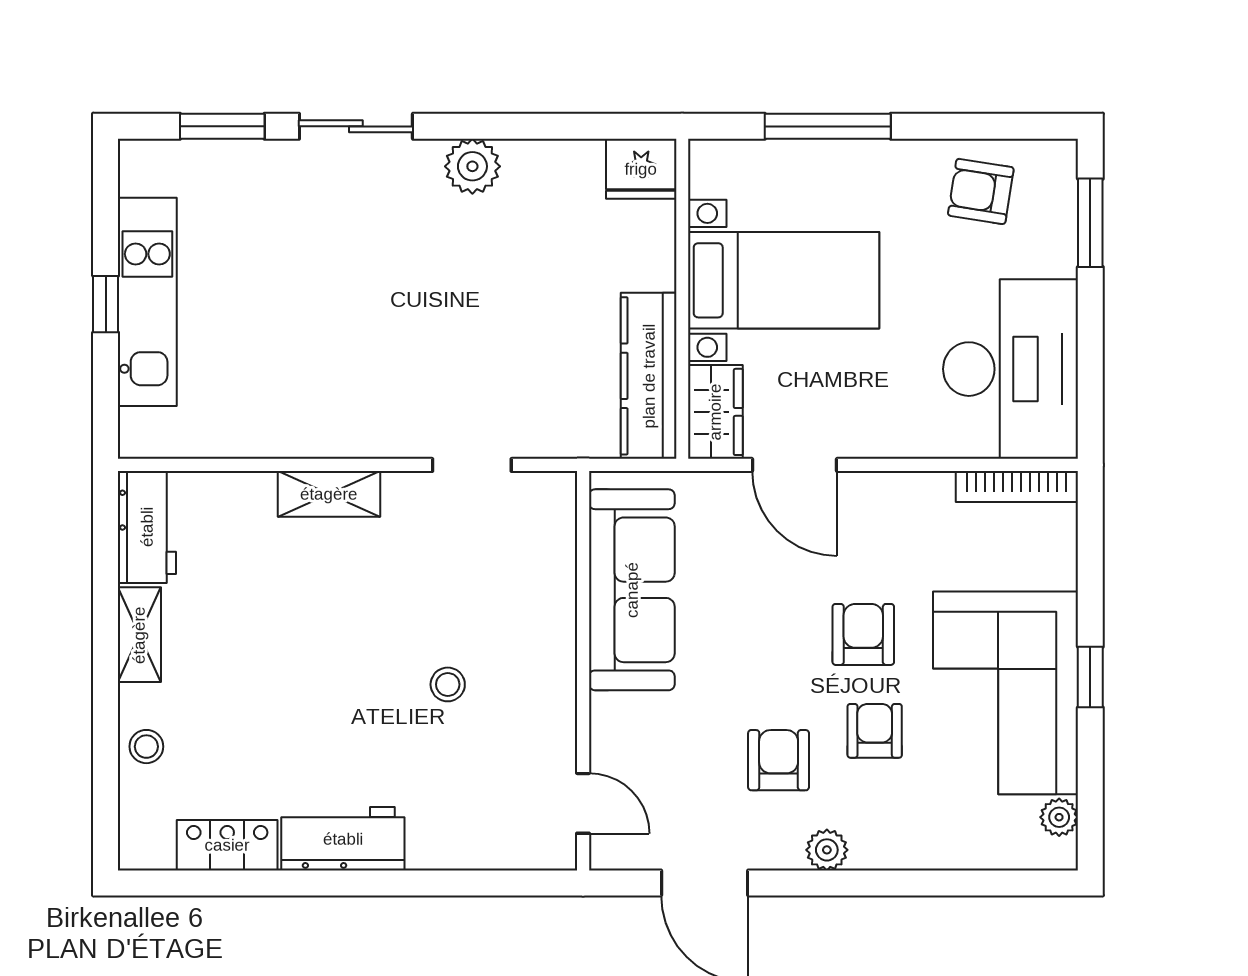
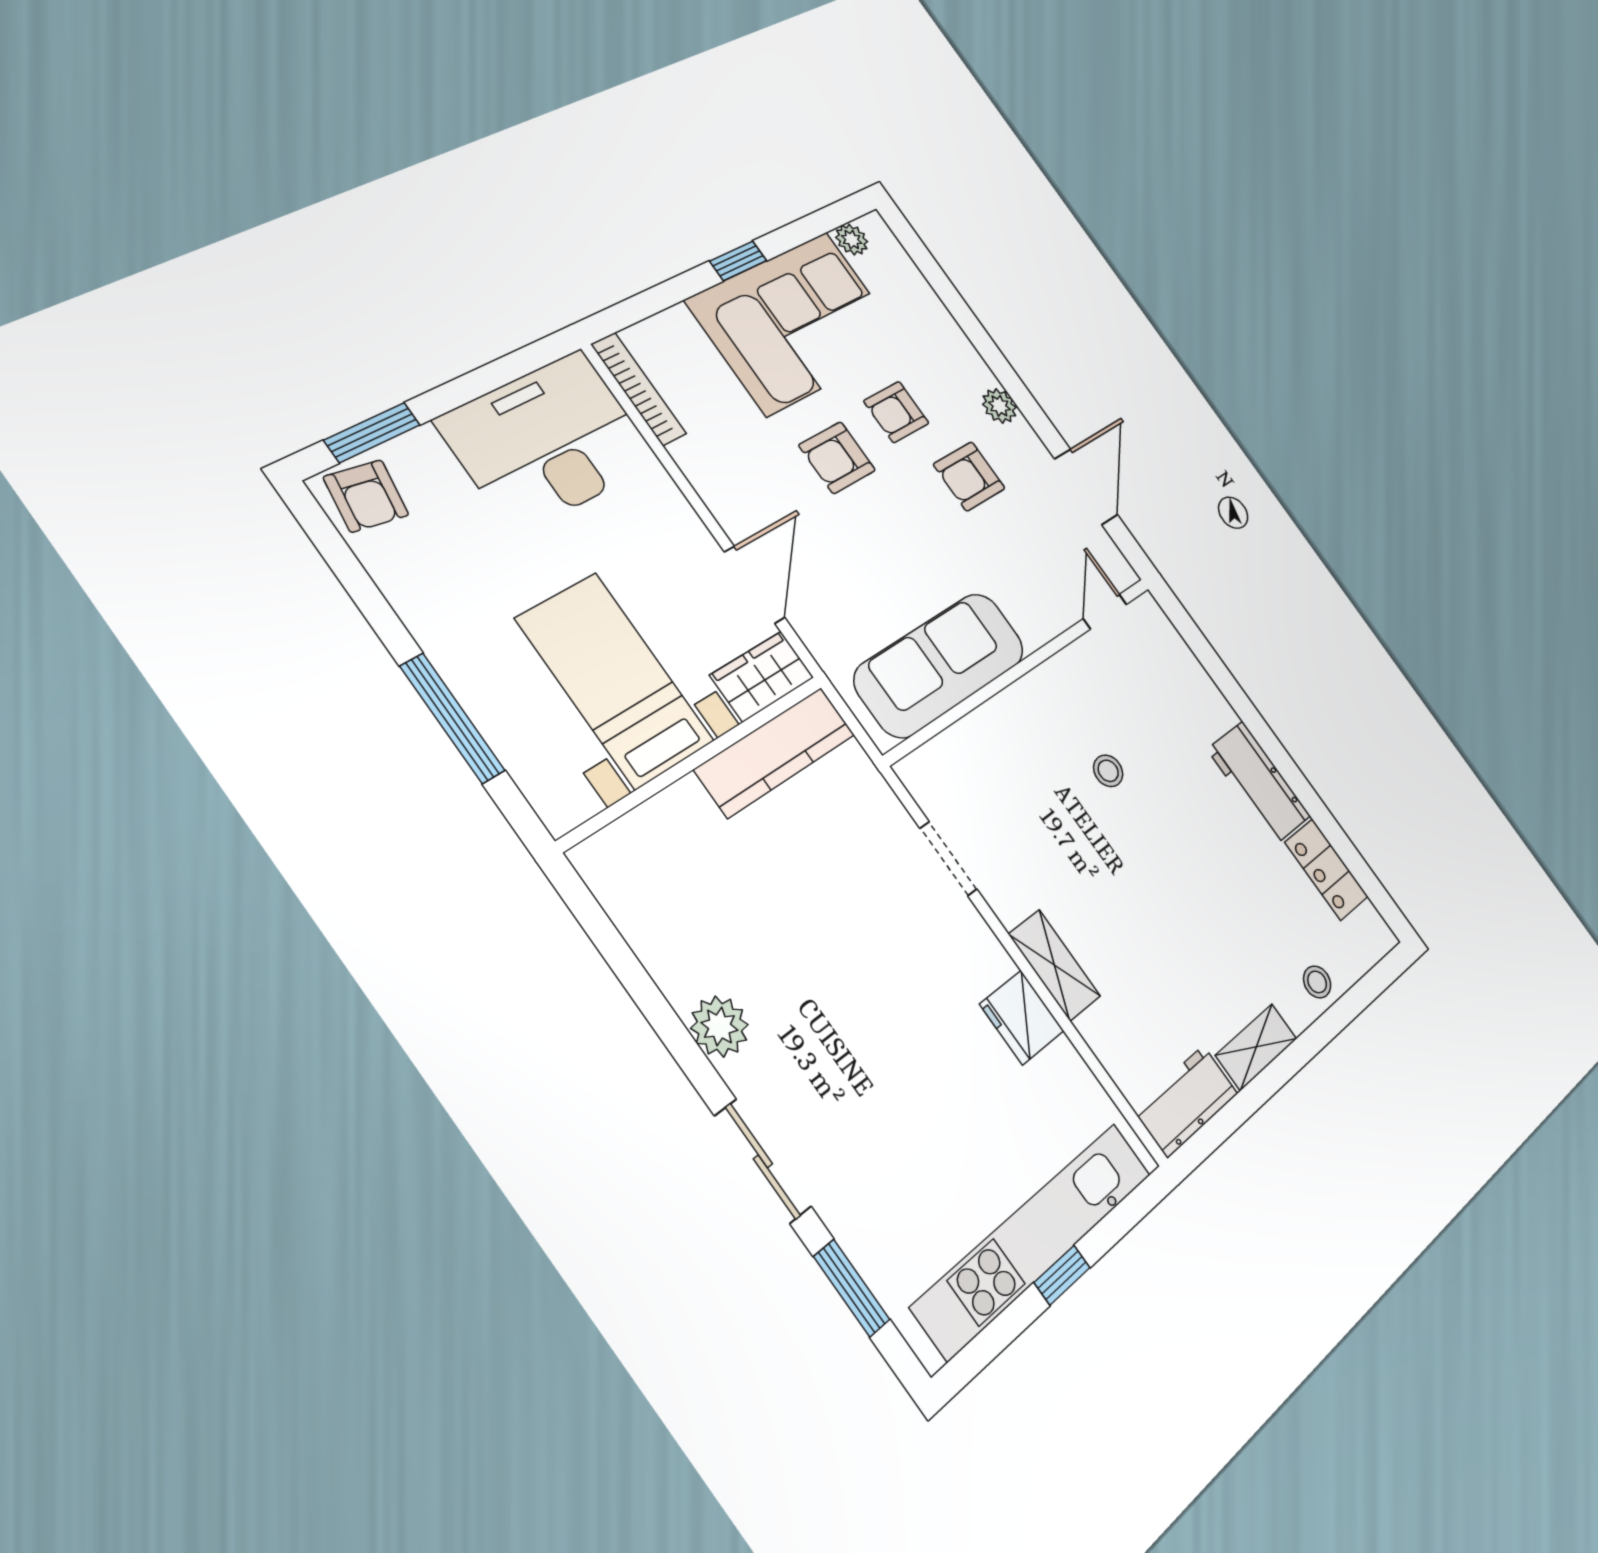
fridge: (641, 169) -> (1022, 1018), moved, turned 180
armchair: (981, 191) -> (366, 496), moved
kitchen unit: (147, 302) -> (1034, 1239), width x1.36

